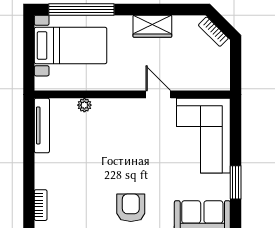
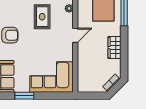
door: (158, 94) -> (75, 35), moved
rug: (99, 152) -> (42, 17), added

